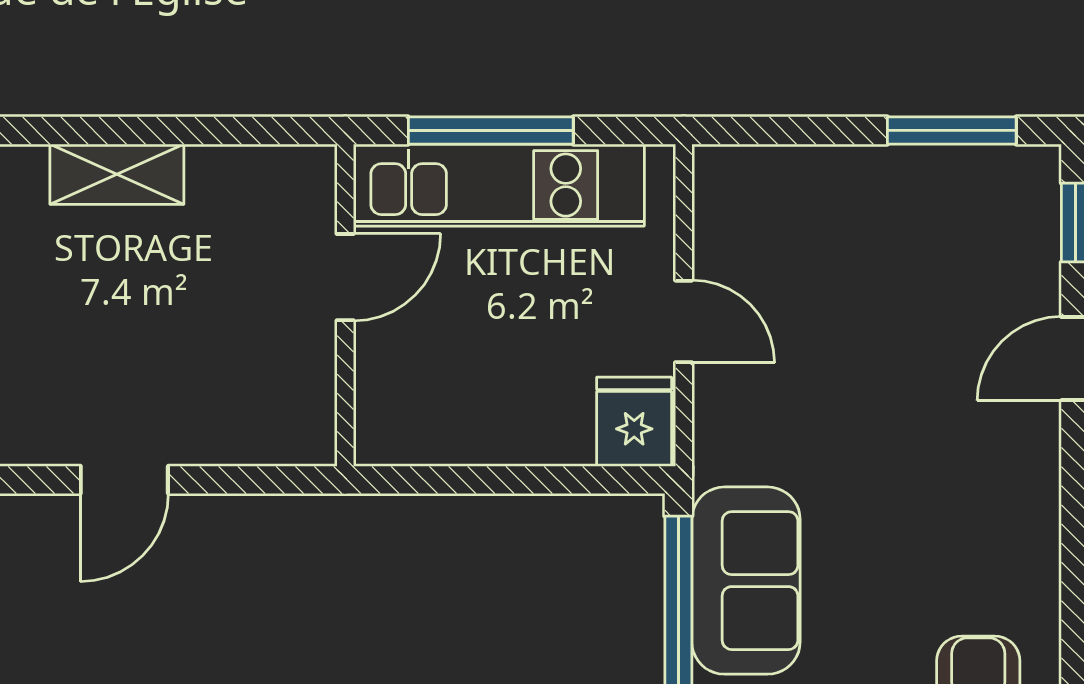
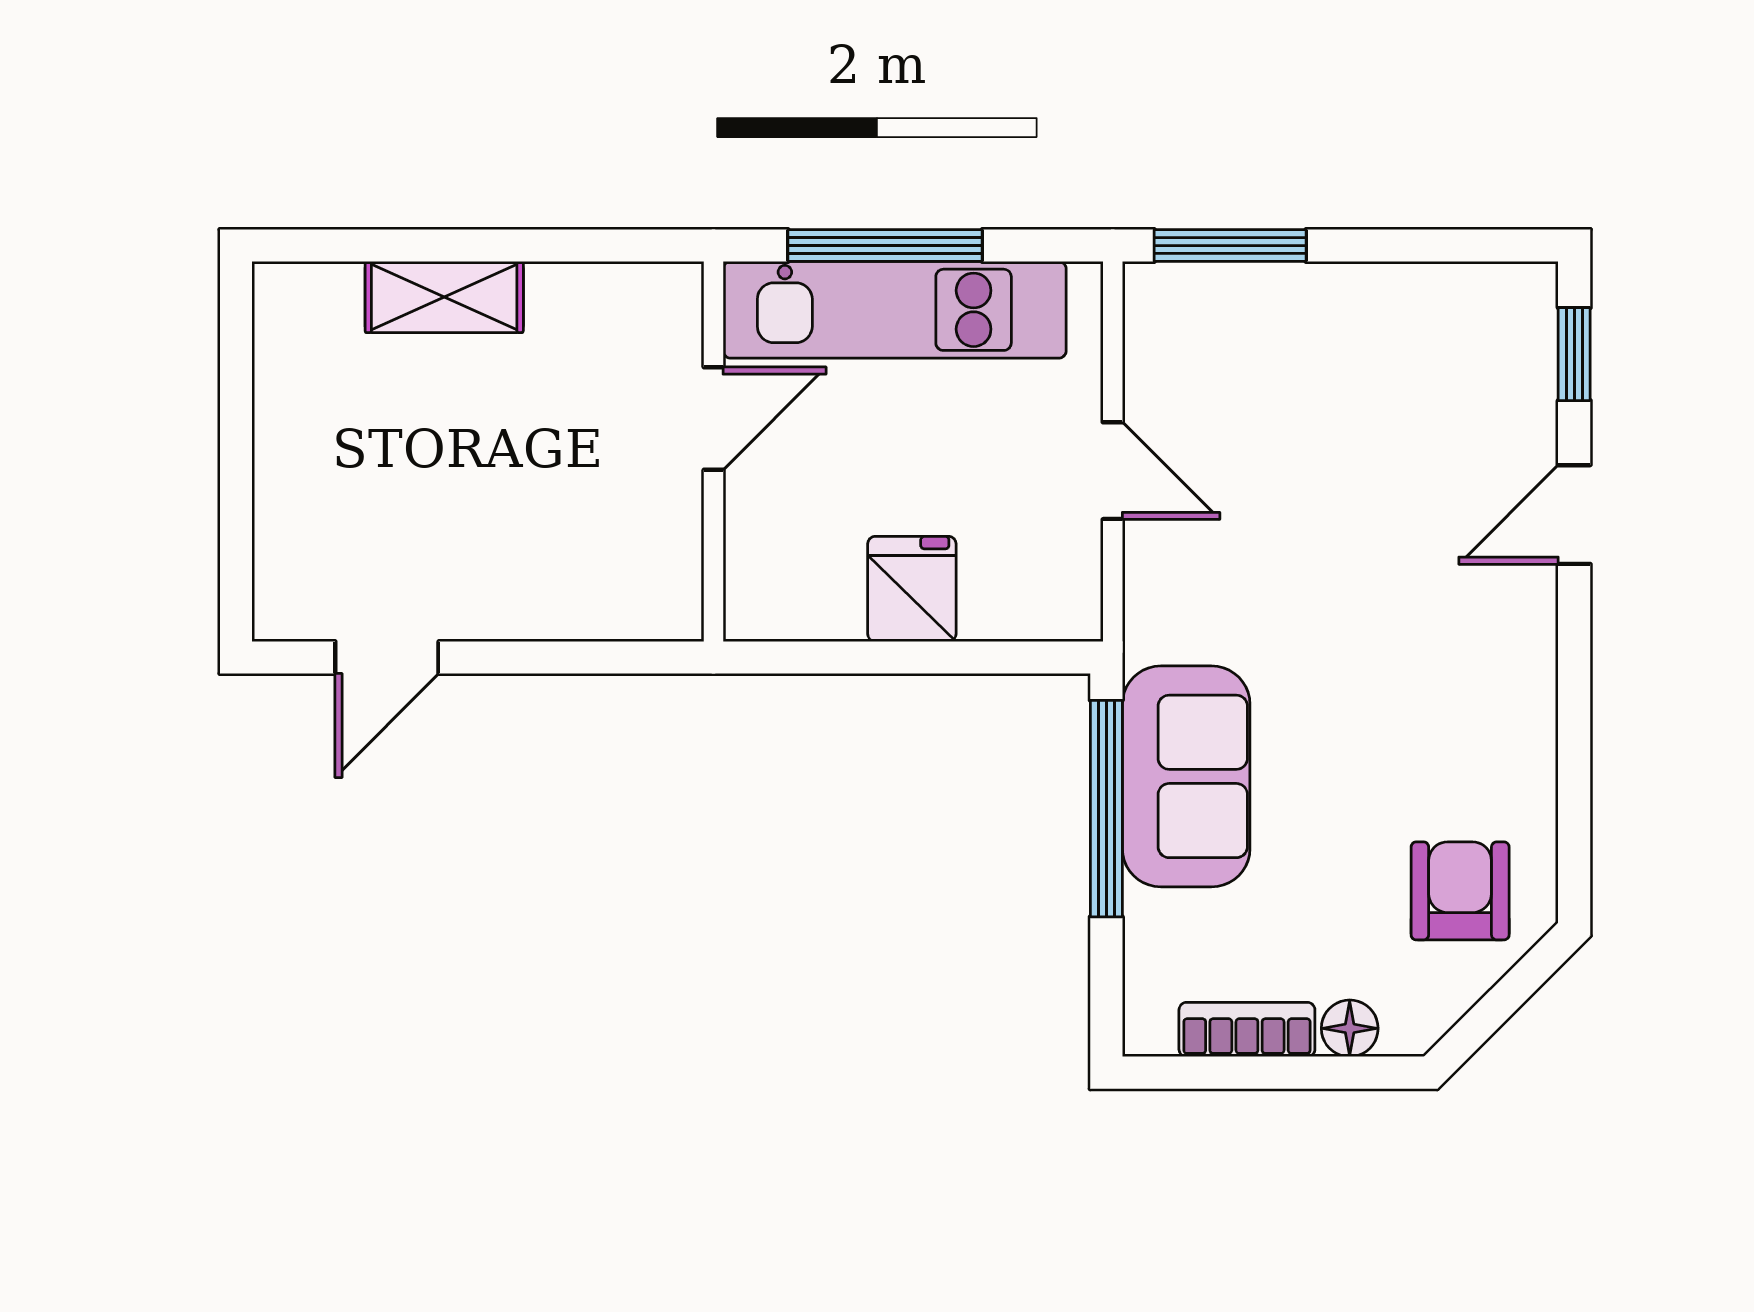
window: (952, 130) -> (1230, 246), moved
fridge: (634, 422) -> (912, 589), moved
door: (124, 480) -> (387, 658), moved

